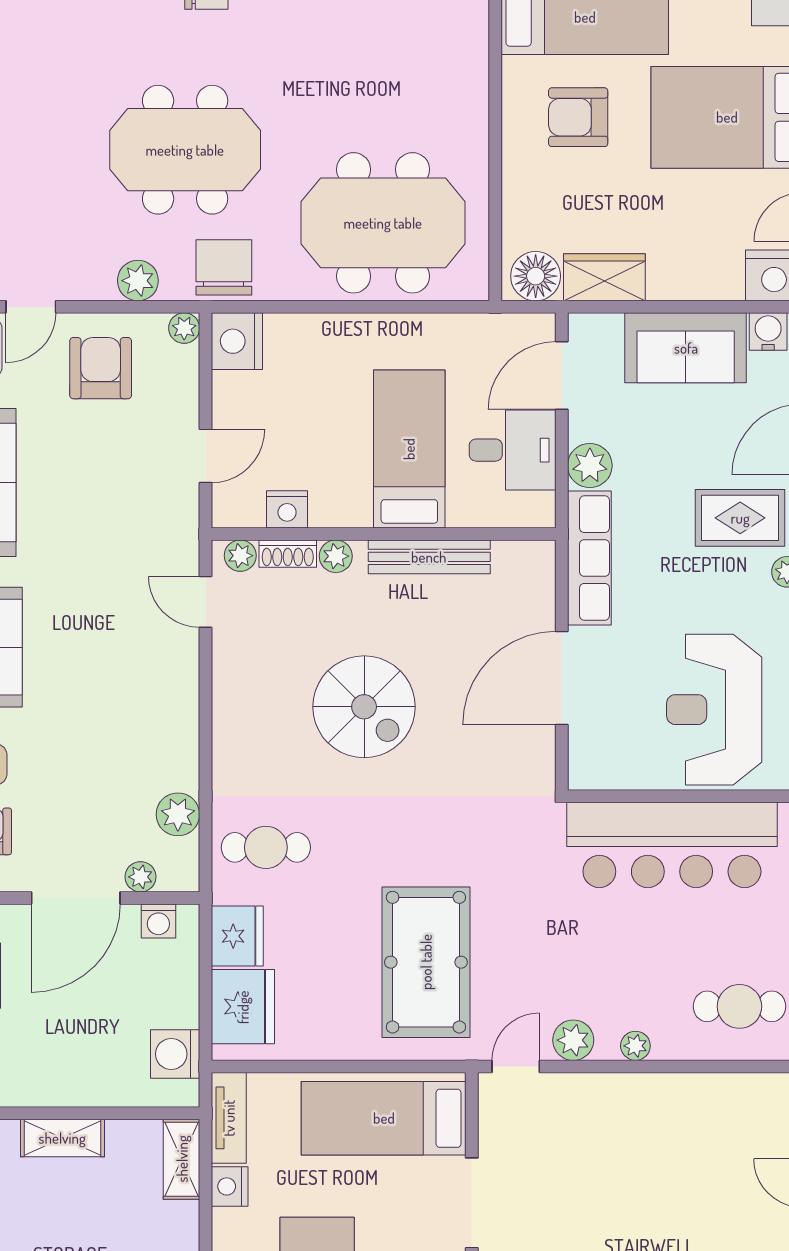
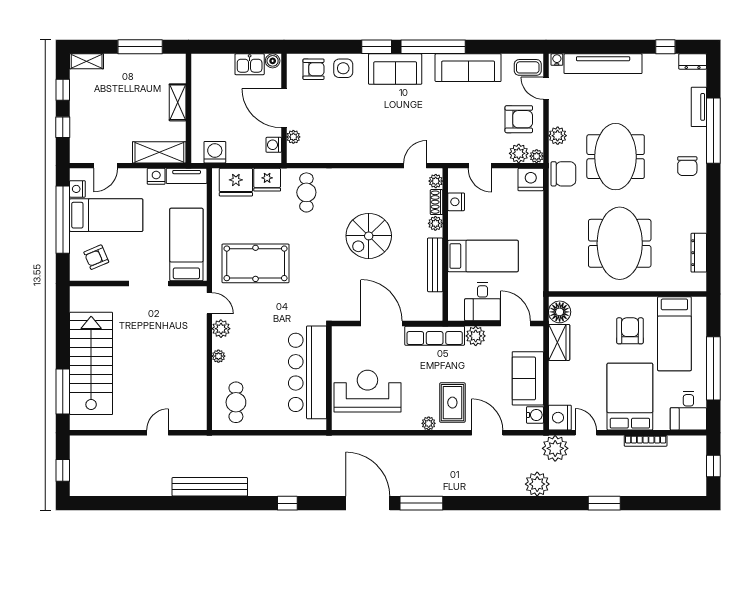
meeting table: (383, 223) -> (620, 243), moved
plant: (178, 814) -> (519, 153), moved
shelving: (182, 1159) -> (159, 152), width x1.50, depth x1.33

